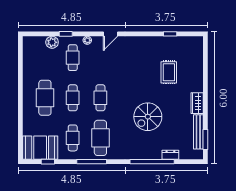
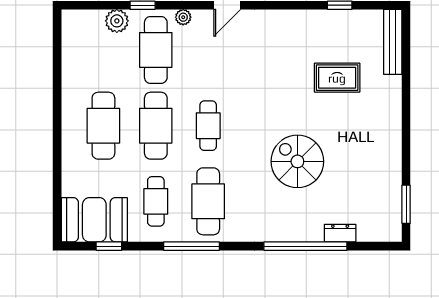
cafe table: (73, 58) -> (156, 50), width x1.37, depth x1.35
rug: (169, 72) -> (337, 78), turned 90
cafe table: (73, 98) -> (156, 126), width x1.37, depth x1.35
wardrobe: (197, 103) -> (390, 136), removed
spiral stairs: (148, 117) -> (297, 161), turned 90
bench: (198, 132) -> (393, 42), moved

